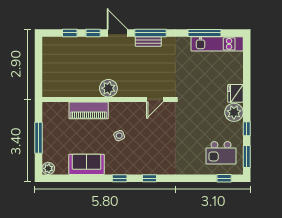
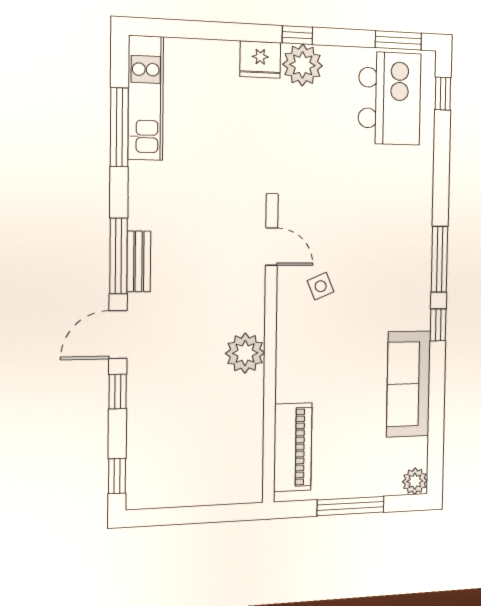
window: (70, 33) -> (117, 476), moved
piano: (89, 110) -> (293, 447), moved
window: (247, 129) -> (297, 35), moved
side table: (119, 136) -> (321, 286), moved
kitchen island: (221, 153) -> (390, 98), width x1.37, depth x1.28
sofa: (87, 164) -> (409, 384), width x1.36
window: (149, 178) -> (439, 259), width x2.17

